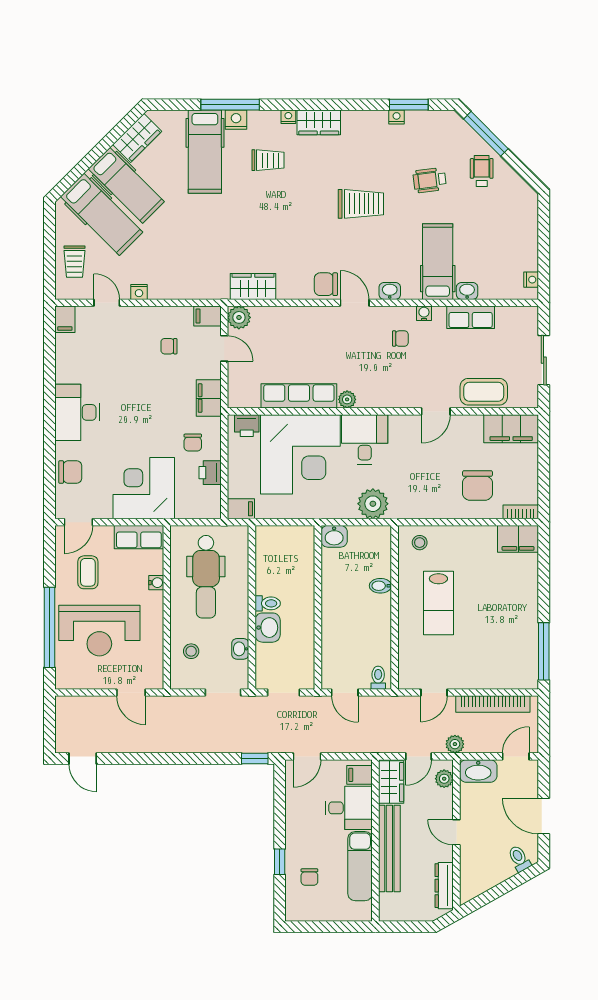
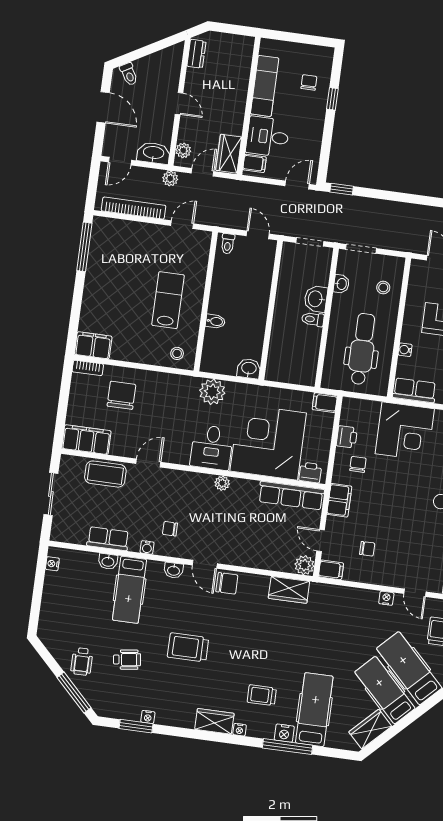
row of seats: (299, 396) -> (291, 496), moved
bench: (389, 848) -> (238, 98), removed
dresser: (444, 886) -> (196, 54), width x0.70

